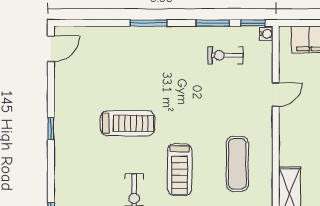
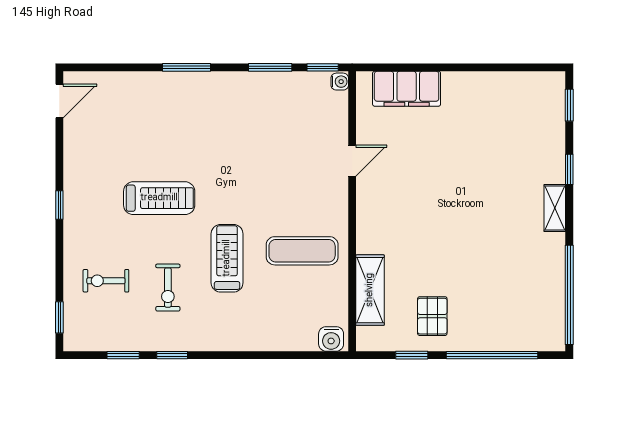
exercise bike: (225, 55) -> (106, 281), moved
exercise mat: (237, 164) -> (302, 251), turned 90
treadmill: (180, 170) -> (227, 258), turned 180

